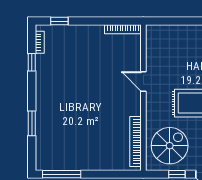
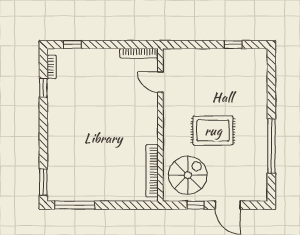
door: (143, 81) -> (160, 82), moved
window: (32, 123) -> (43, 182), moved

